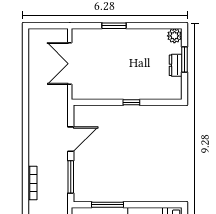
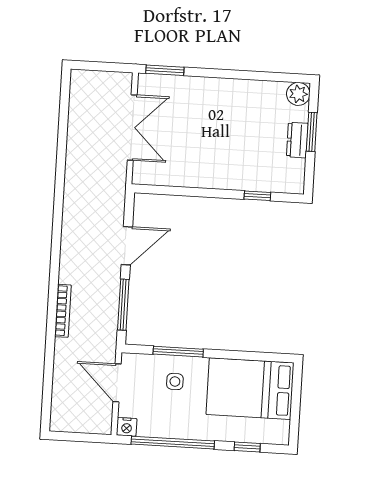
window: (114, 26) -> (165, 70), moved
double door: (70, 64) -> (132, 128), swing flipped
window: (131, 102) -> (257, 196), moved

